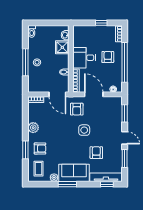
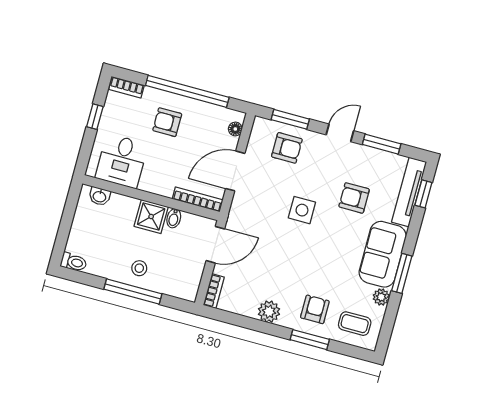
shower: (62, 47) -> (151, 217), moved
desk: (84, 58) -> (122, 161), moved
armchair: (77, 109) -> (287, 148), moved

